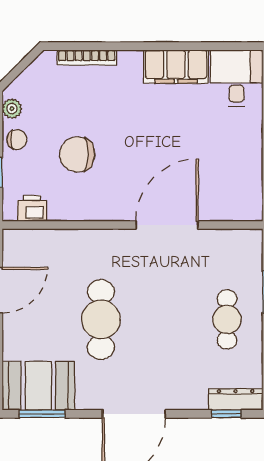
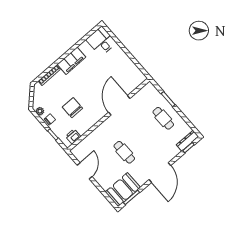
filing cabinet: (176, 67) -> (71, 61), moved
chair: (77, 154) -> (72, 108), turned 88
cafe table: (101, 319) -> (124, 152), width x0.73, depth x0.74

